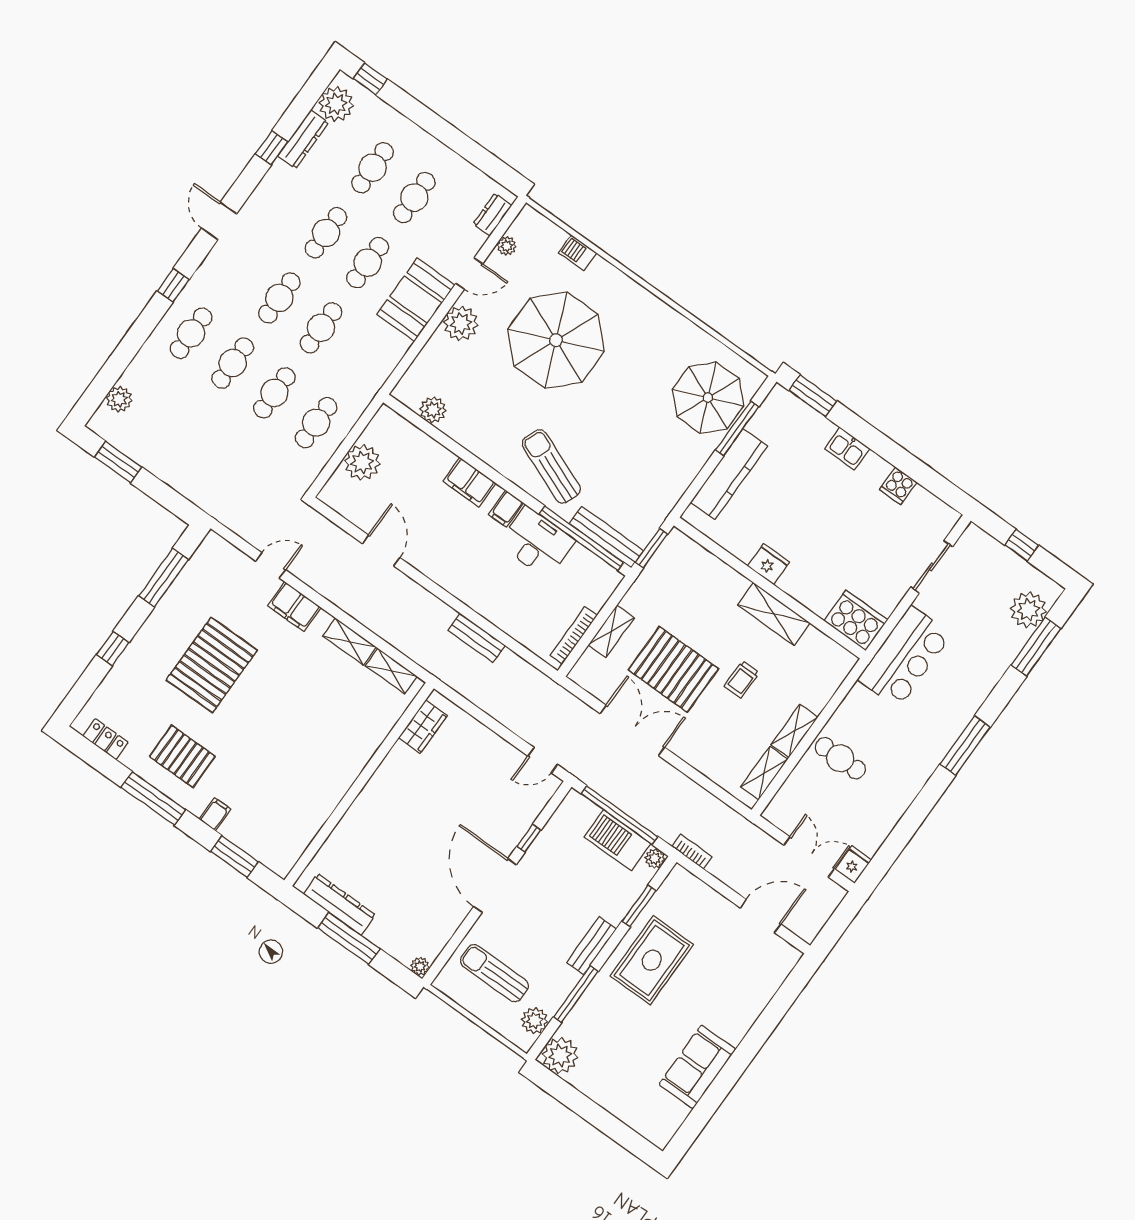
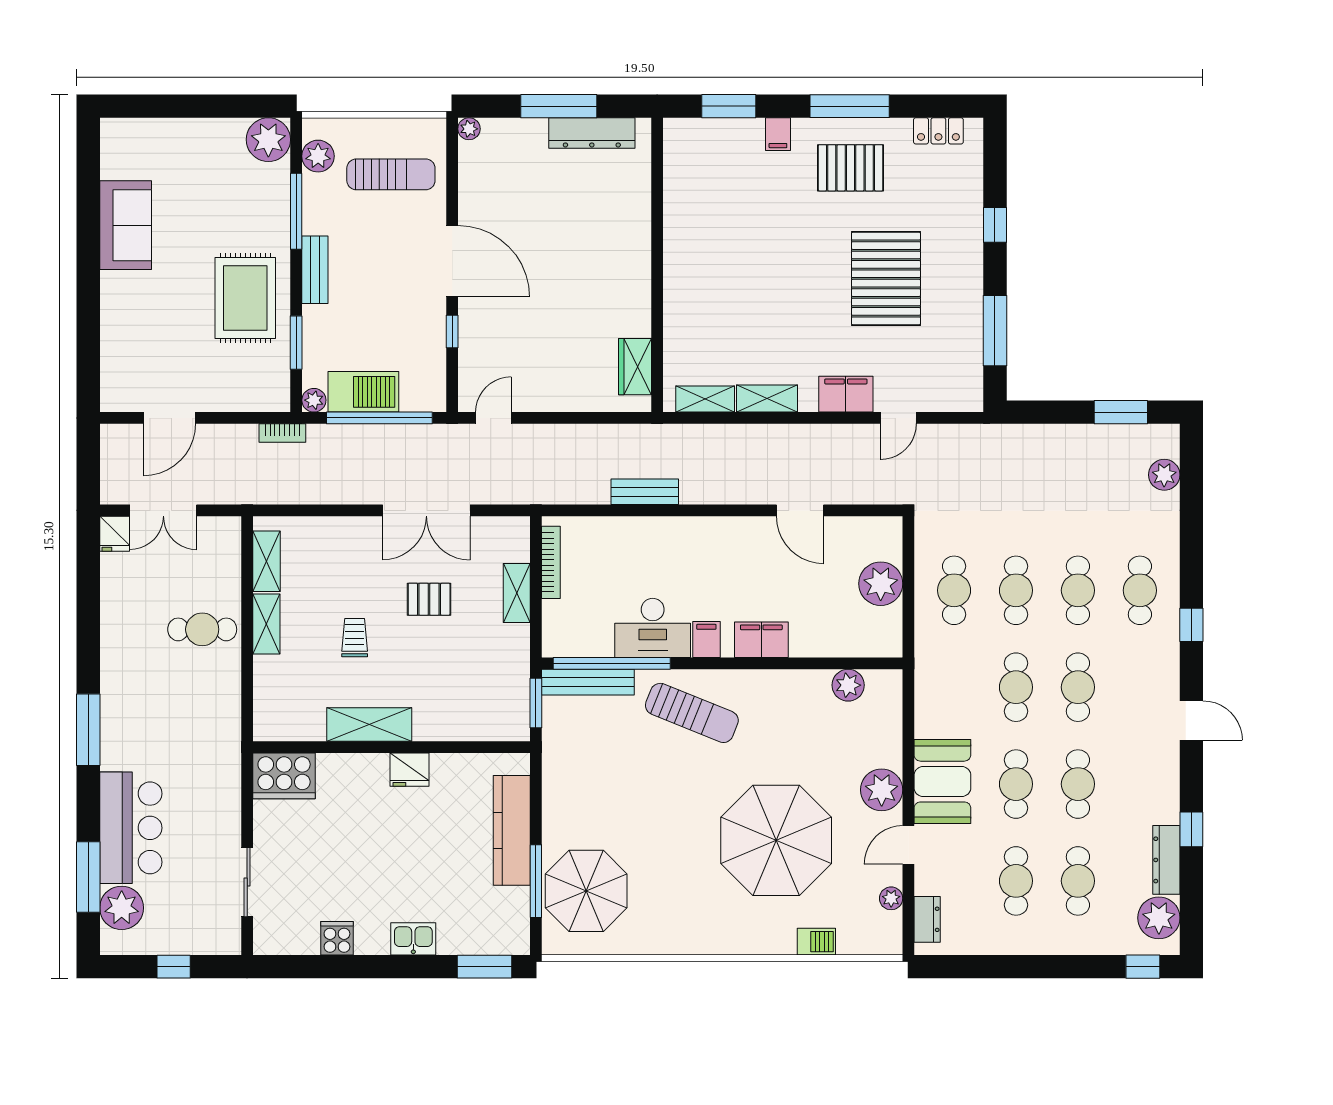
bar counter: (905, 657) -> (131, 828), moved, turned 180
pallet: (673, 669) -> (429, 599), width x0.49, depth x0.50

